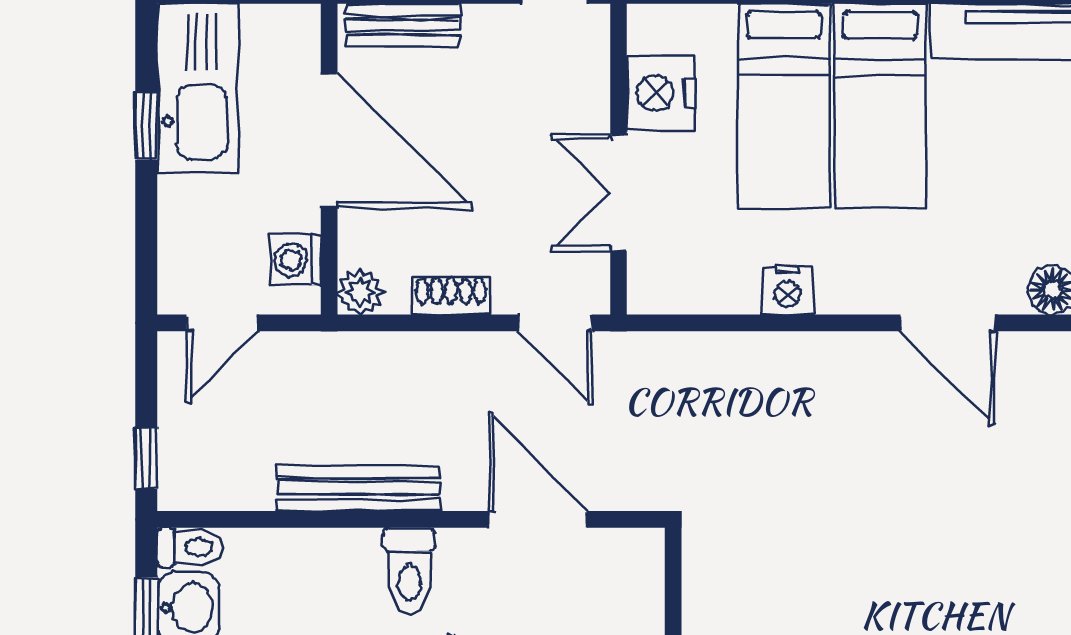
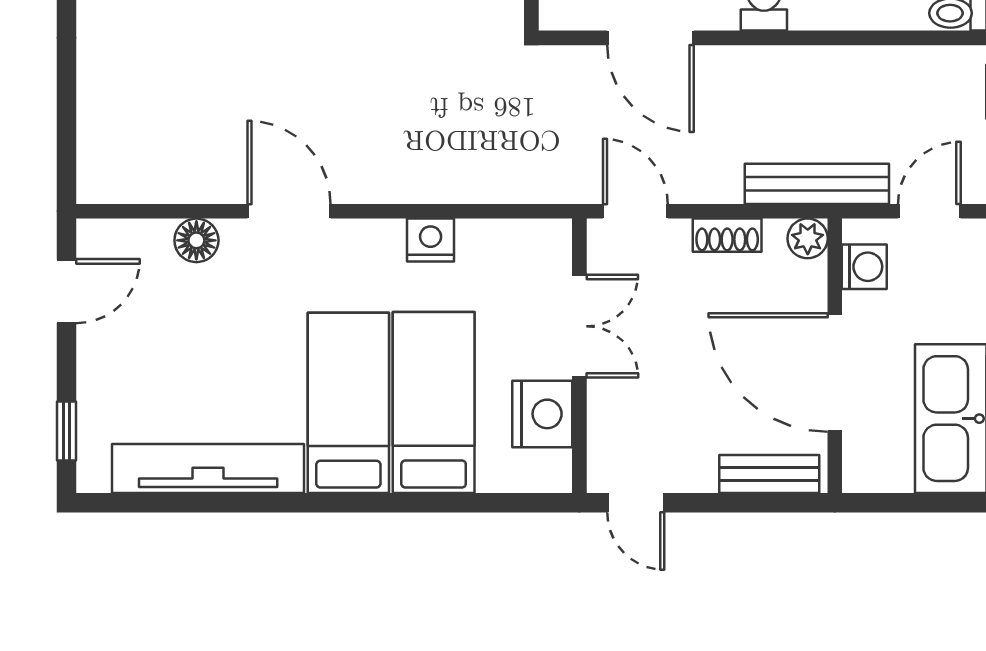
bench: (358, 488) -> (817, 184), moved

